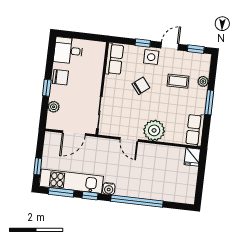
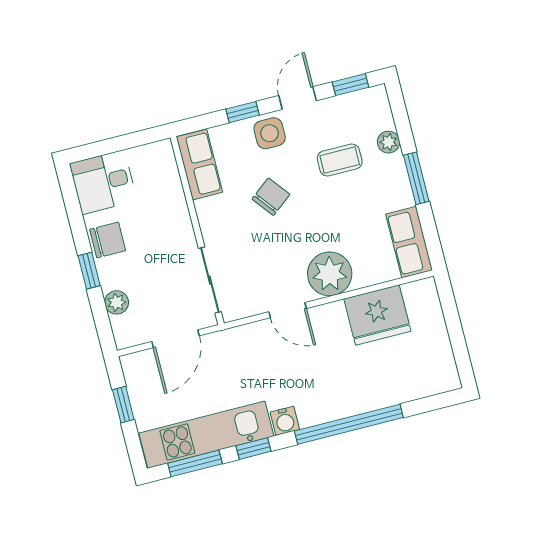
fridge: (192, 157) -> (377, 315), moved, width x1.88, depth x1.34
window: (38, 166) -> (123, 405), moved

